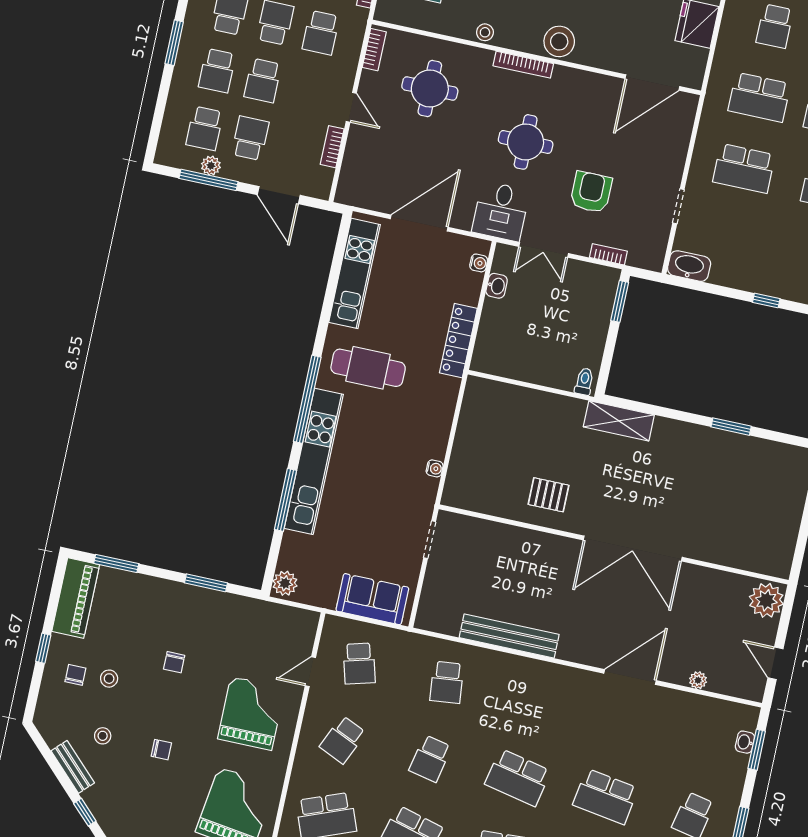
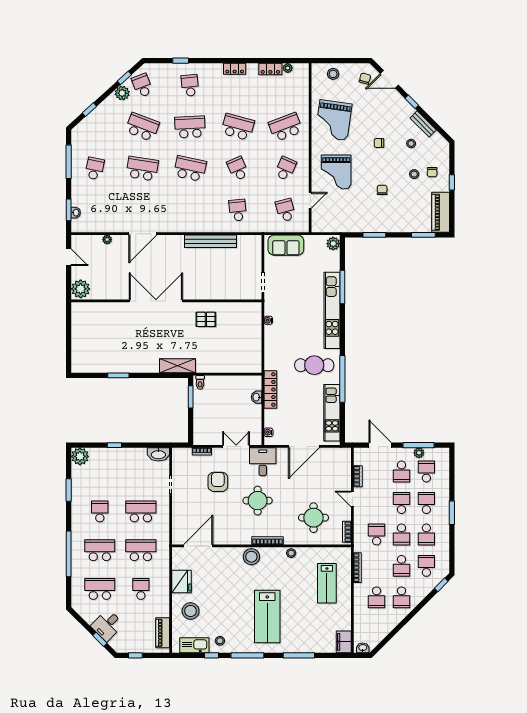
armchair: (591, 192) -> (218, 482), turned 180
washbasin: (497, 286) -> (256, 397), moved
window: (620, 301) -> (191, 397), moved
window: (307, 399) -> (342, 379), moved
school desk: (430, 759) -> (238, 169), turned -36

